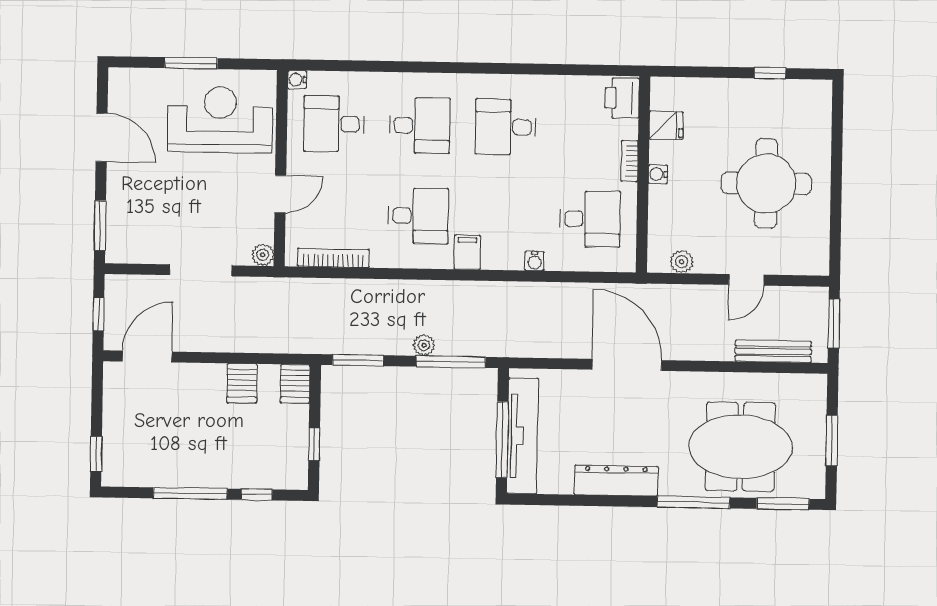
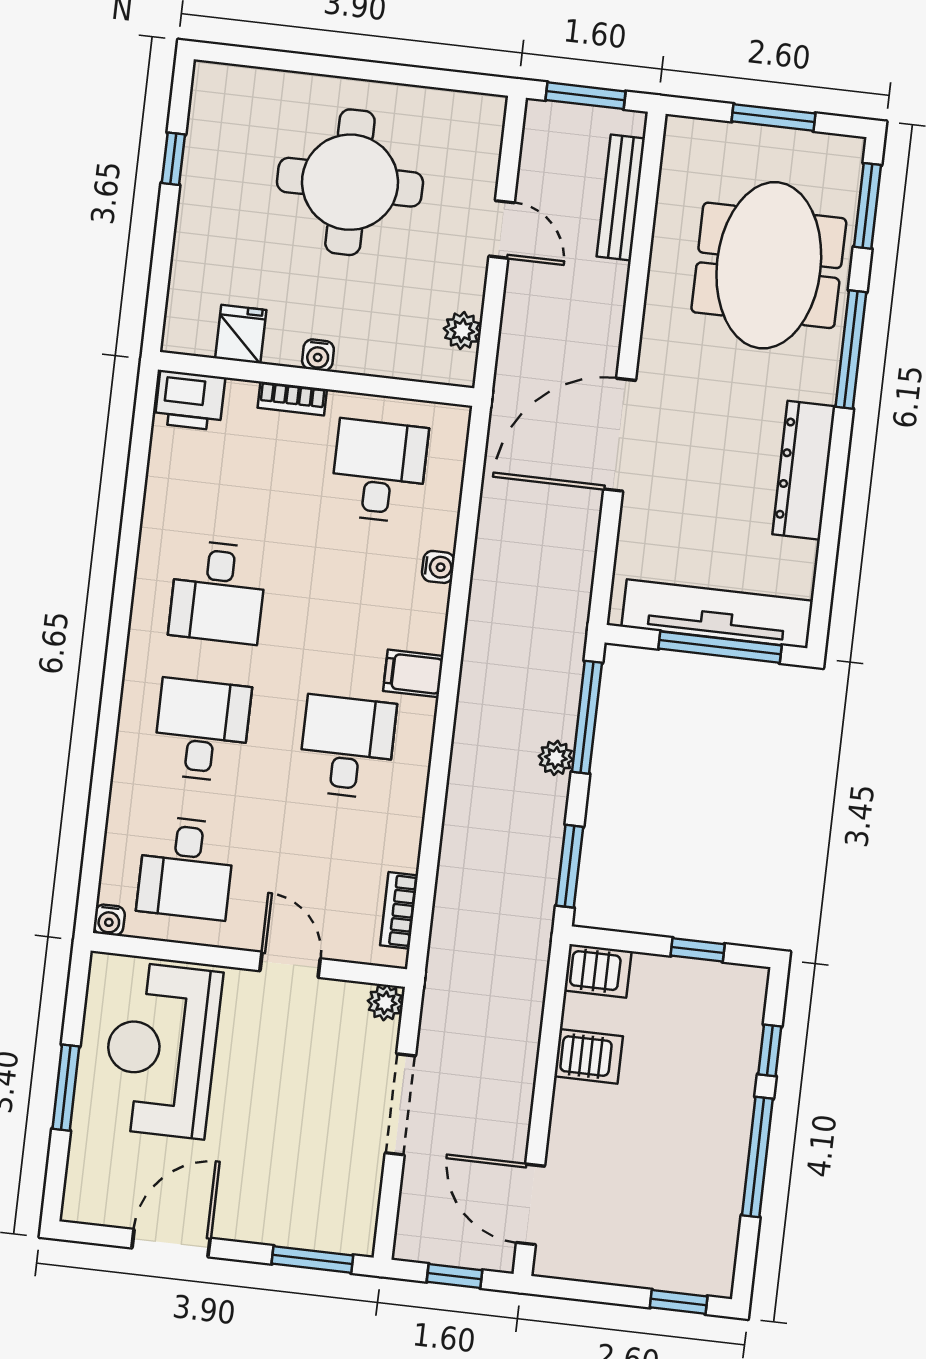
bookcase: (333, 258) -> (399, 910), width x0.64

